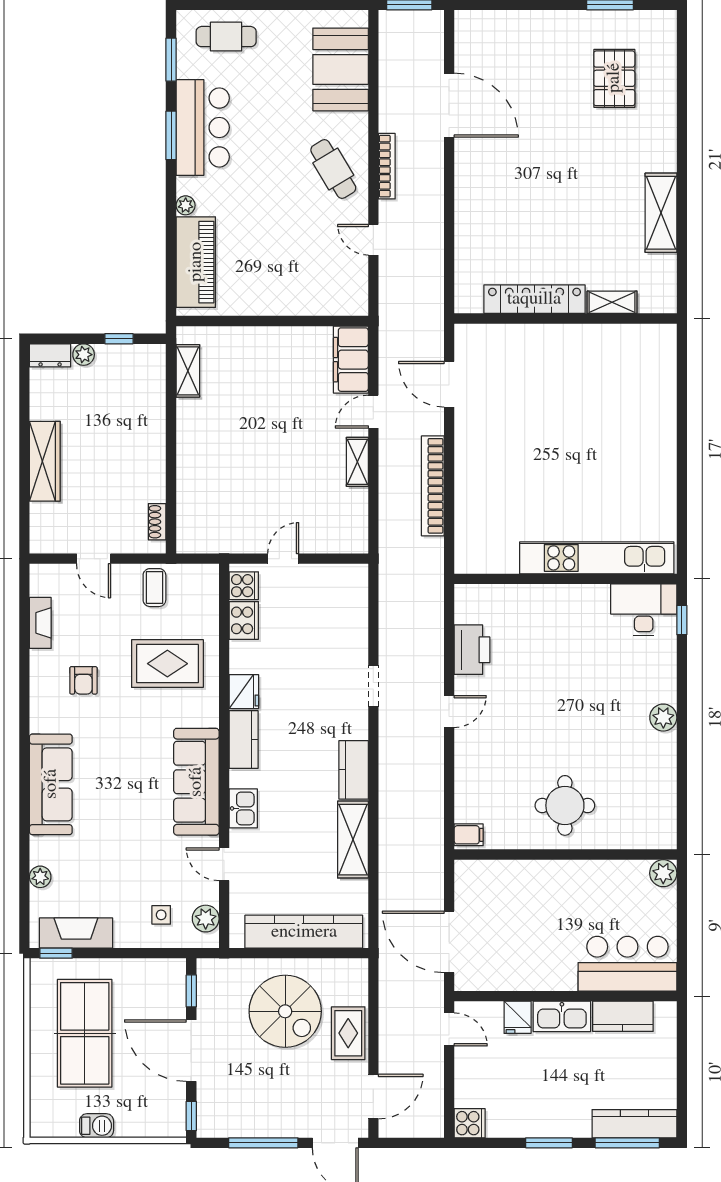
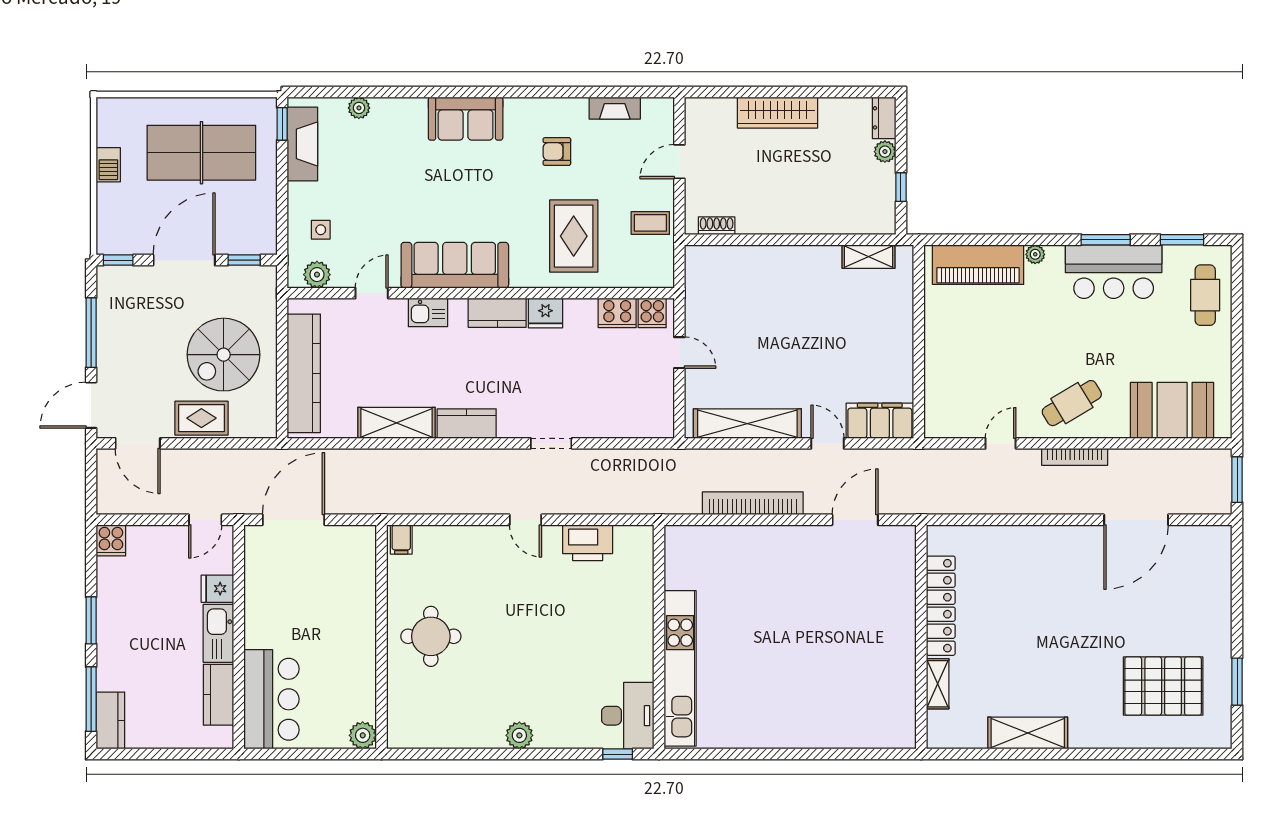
pallet: (614, 78) -> (1163, 686), width x1.37, depth x1.41
shelving: (357, 462) -> (747, 424), width x2.20, depth x1.33
sofa: (51, 784) -> (466, 119), width x0.73
kitchen counter: (634, 1124) -> (110, 721), width x0.67

